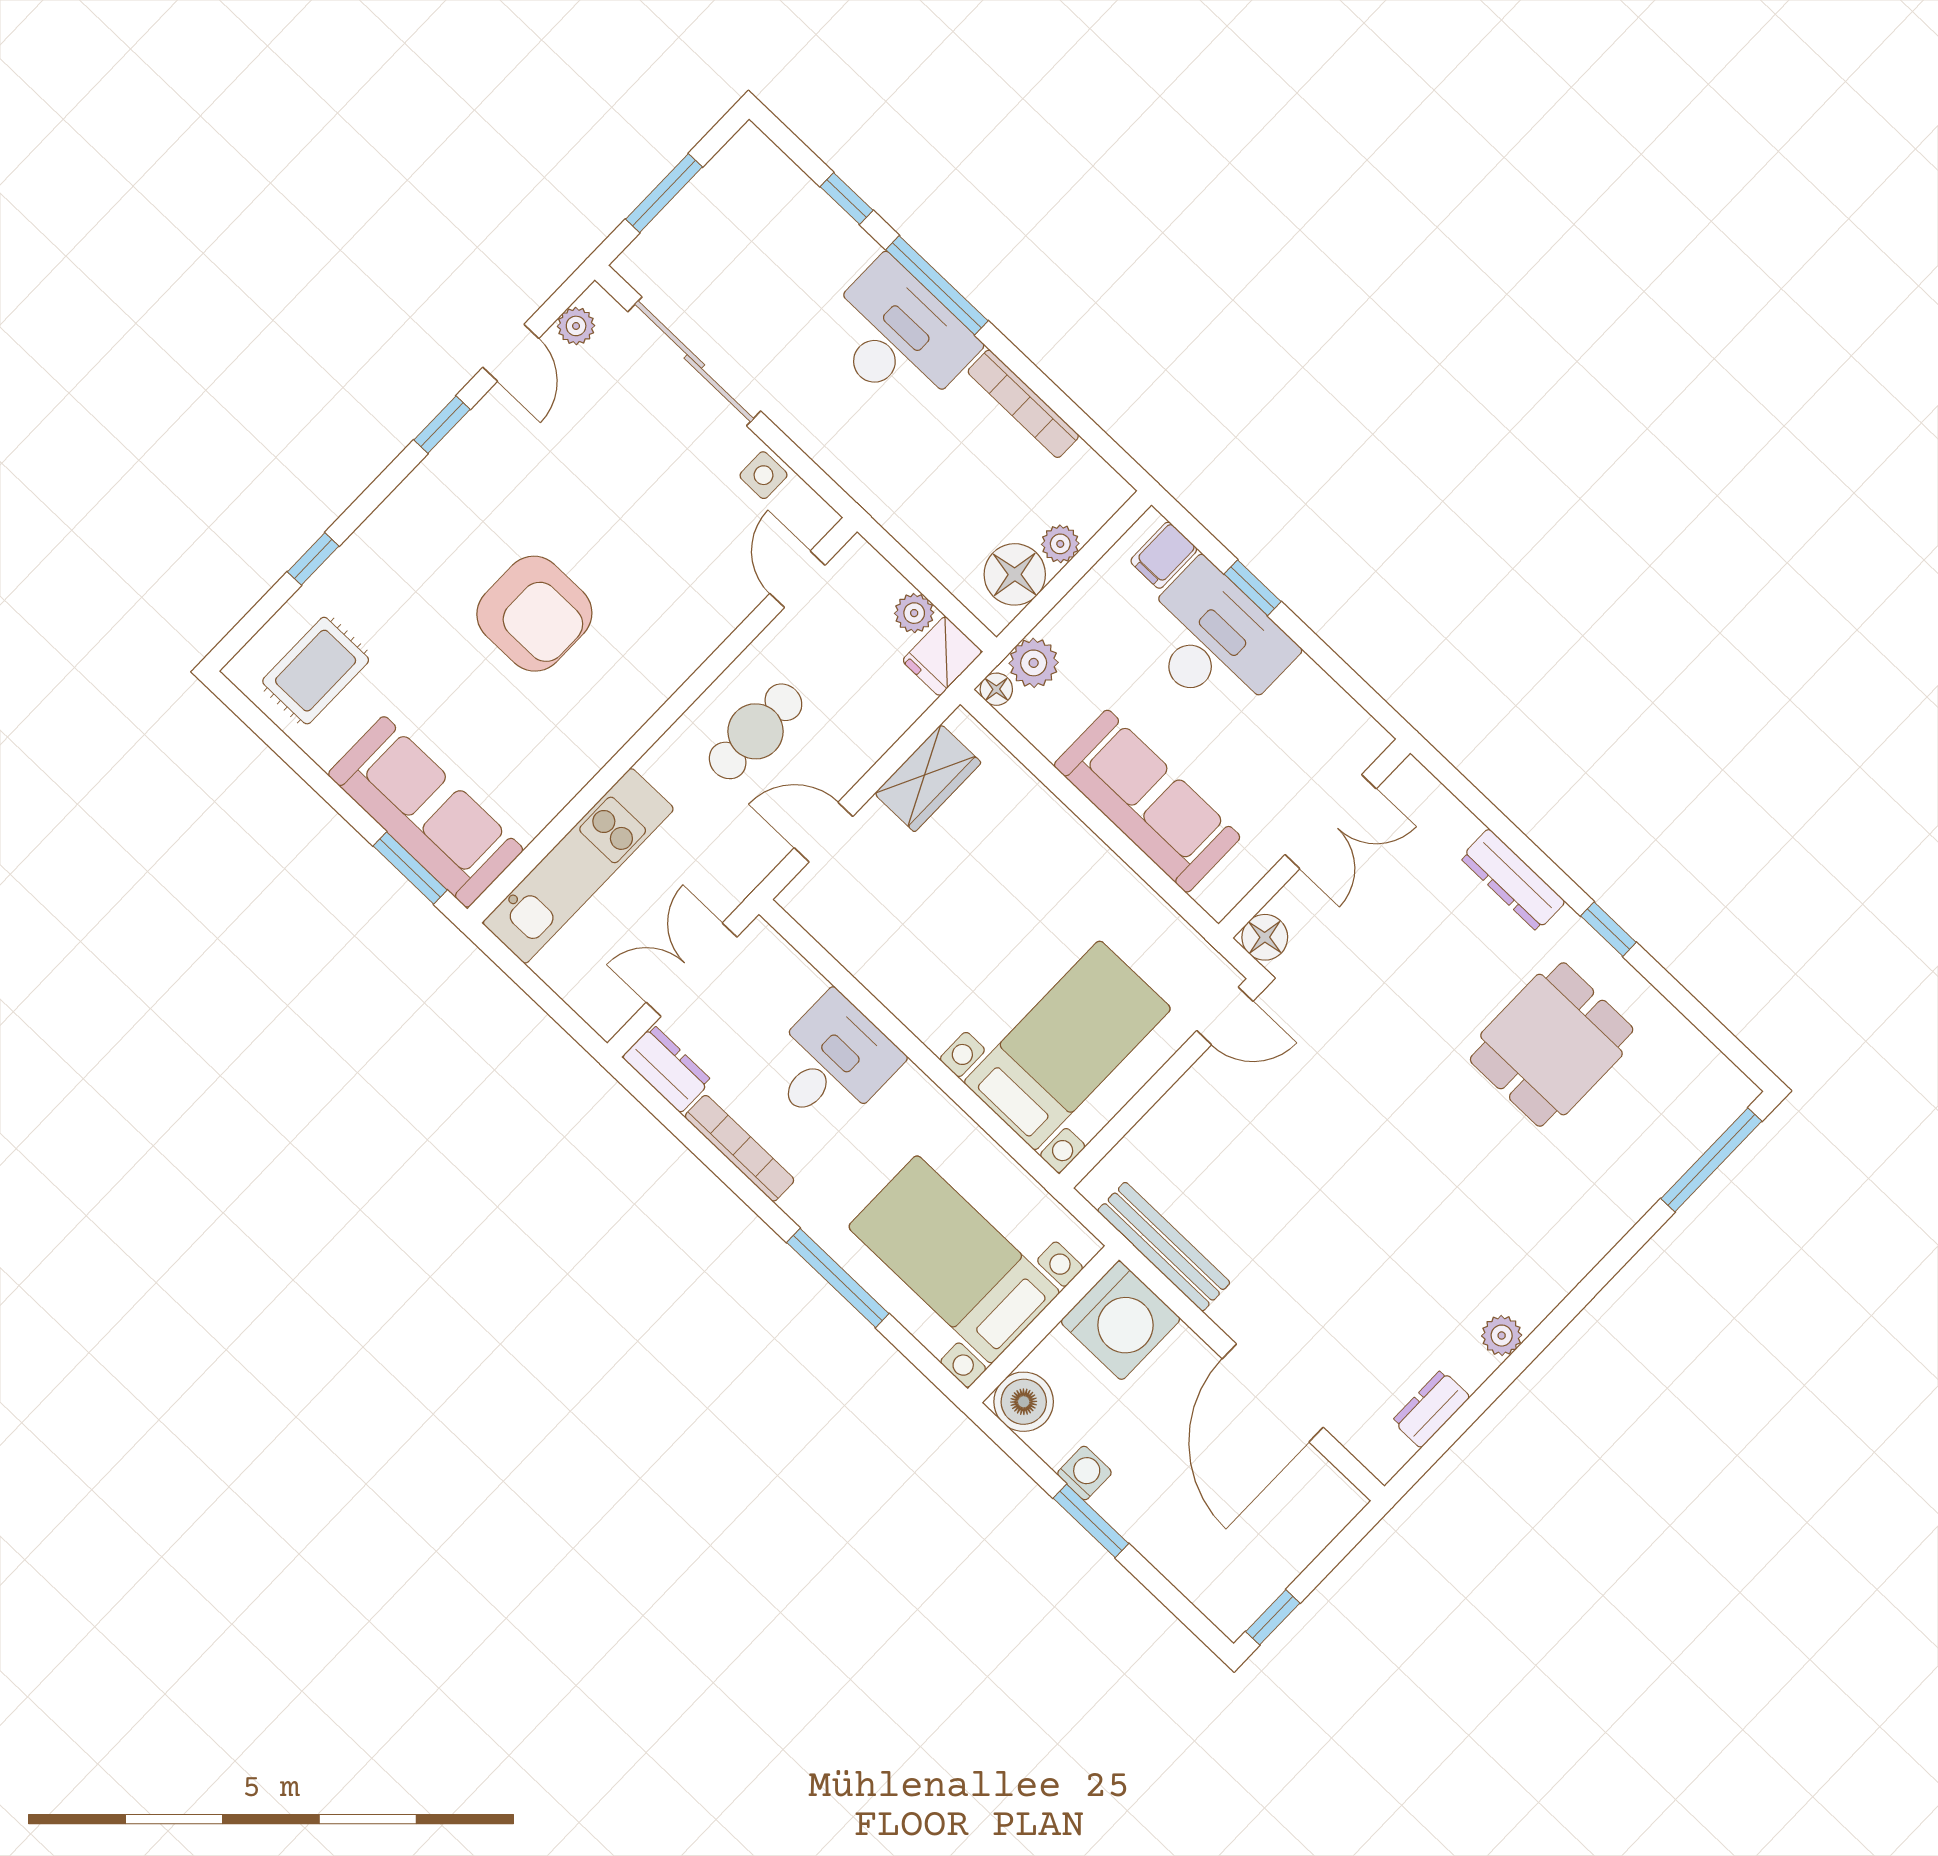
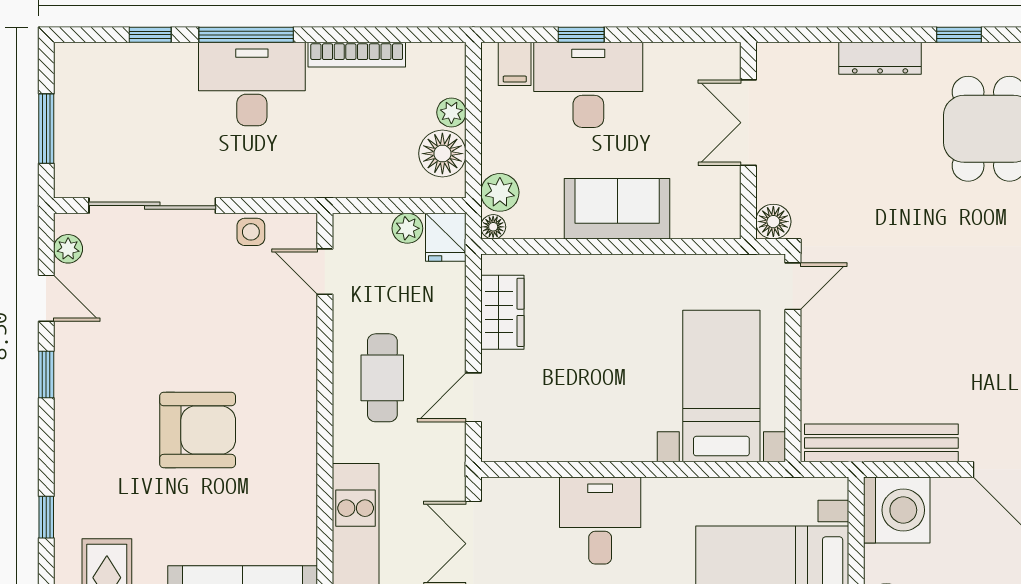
sofa: (1147, 801) -> (617, 209), width x0.73
double door: (1331, 822) -> (748, 123), swing flipped
bench: (1164, 1247) -> (881, 443), width x1.37, depth x1.21

